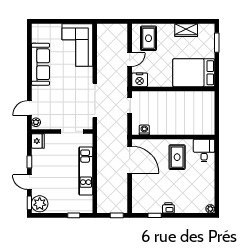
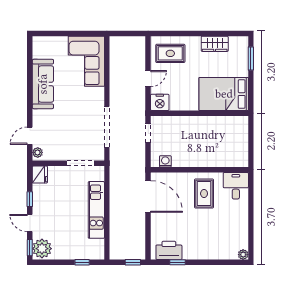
rug: (148, 38) -> (170, 53), turned 90
printer: (168, 208) -> (169, 250), moved, width x1.87, depth x1.48

